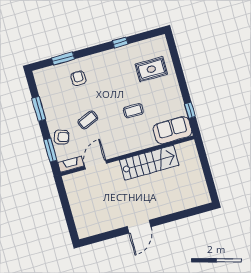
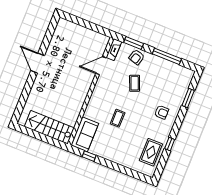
rug: (151, 69) -> (151, 152), moved
armchair: (78, 78) -> (162, 112), moved
window: (39, 109) -> (167, 56), width x1.44
stairs: (149, 163) -> (49, 127), moved, turned 90
door: (96, 165) -> (101, 66), swing flipped

